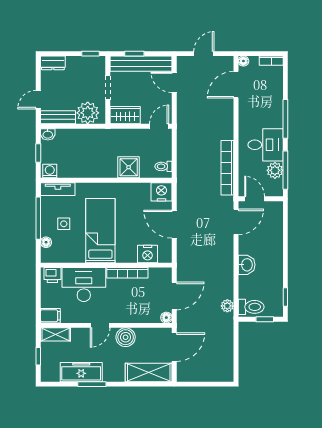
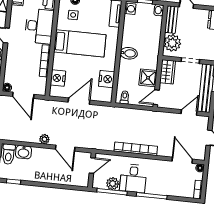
door: (159, 126) -> (156, 97), swing flipped
bidet: (107, 167) -> (129, 53), added
shower: (129, 167) -> (148, 78), moved
bookcase: (227, 168) -> (136, 149), moved
nightstand: (161, 192) -> (107, 79), moved
door: (236, 222) -> (65, 148), moved
side table: (64, 224) -> (73, 15), moved
washbasin: (247, 265) -> (24, 152), moved
plant: (227, 306) -> (44, 139), moved

